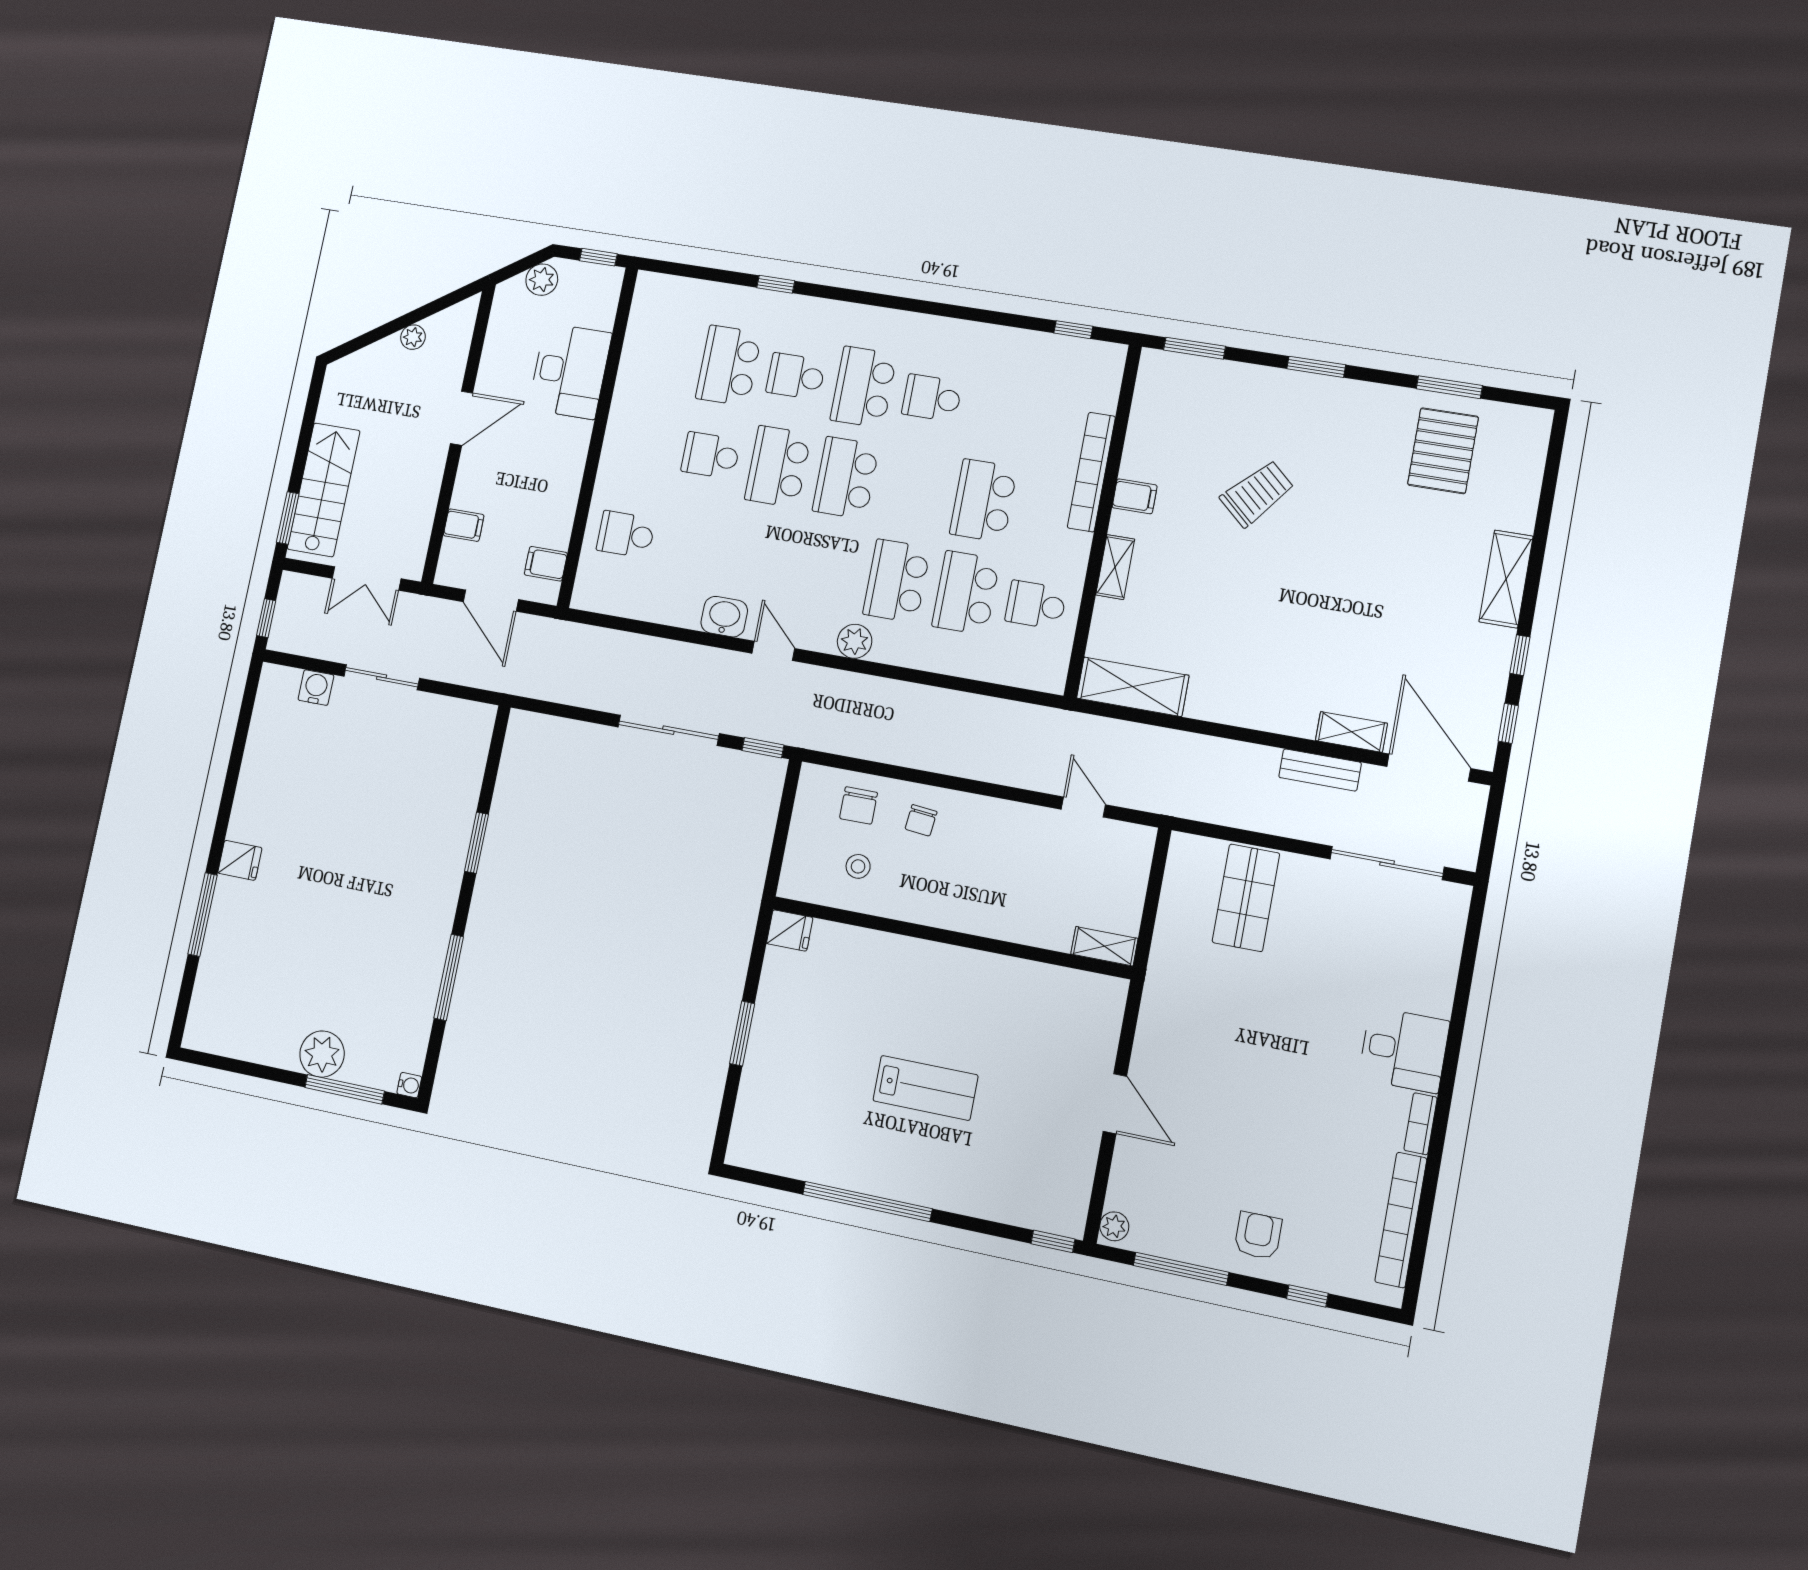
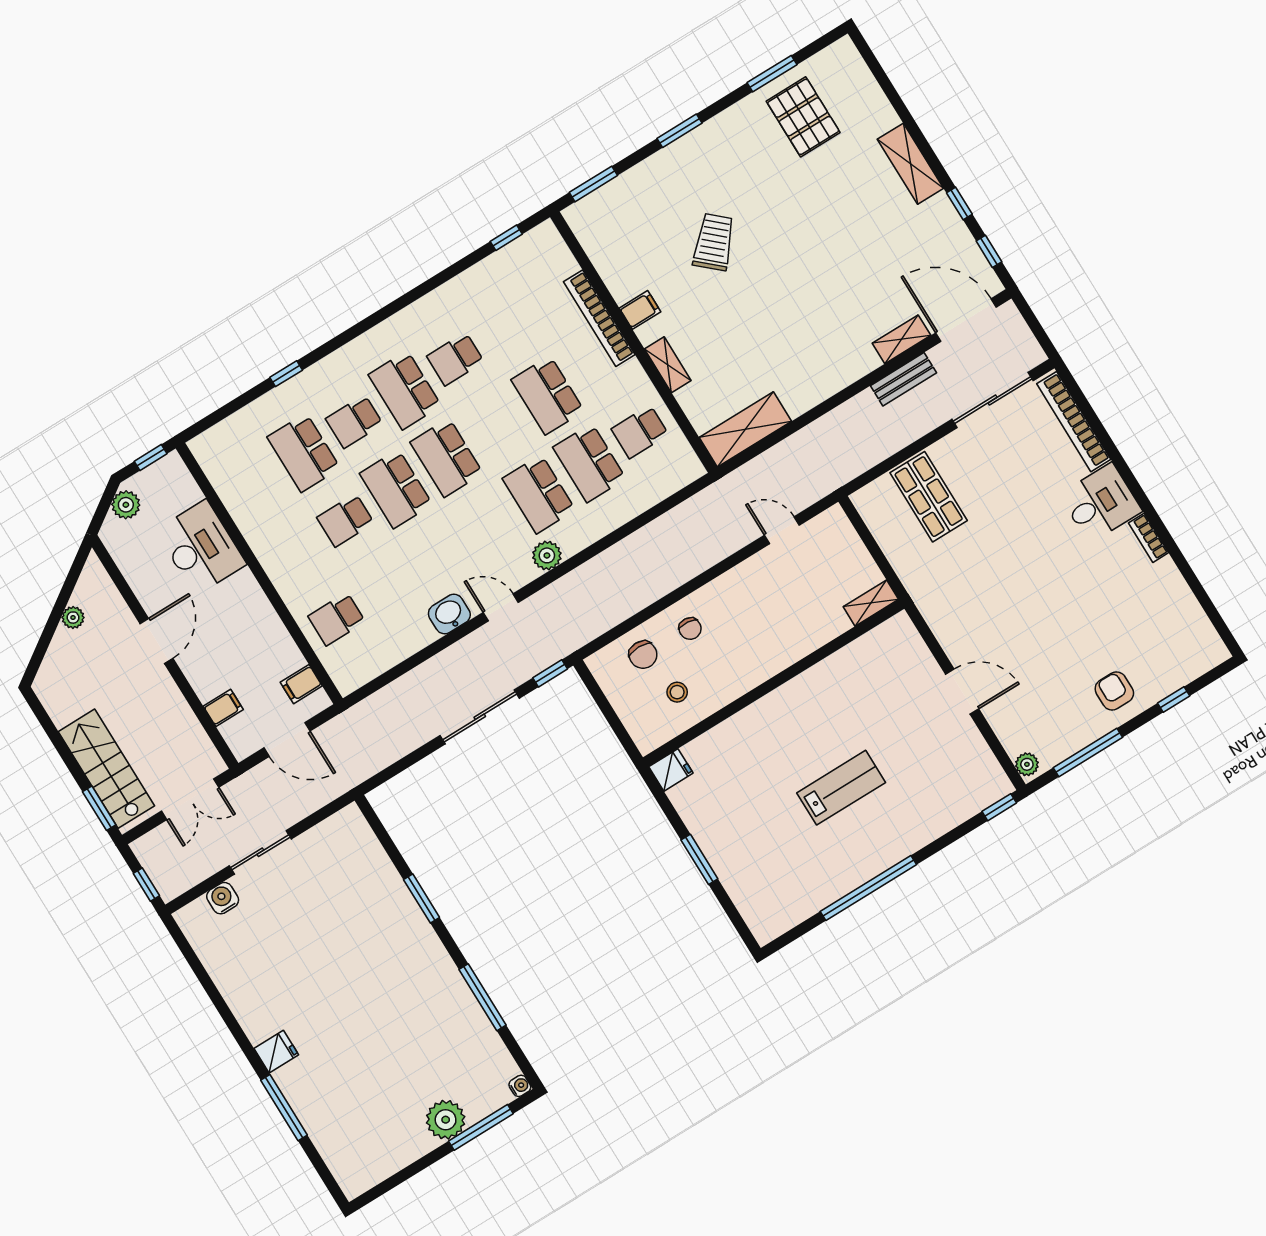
bookcase: (1401, 1220) -> (1074, 422), moved

